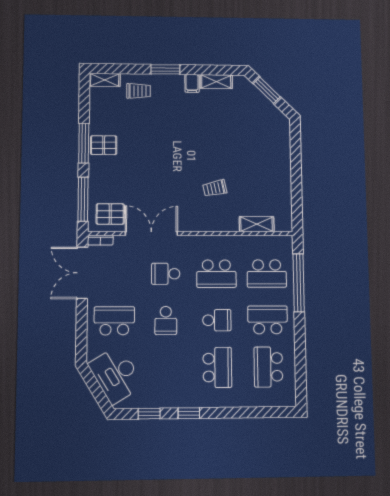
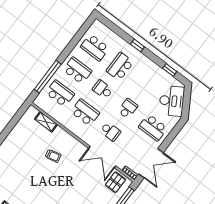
pallet: (110, 214) -> (115, 182), turned 90
school desk: (268, 320) -> (77, 70), turned 180
school desk: (268, 367) -> (95, 47), turned 90
window: (189, 413) -> (137, 46), moved

